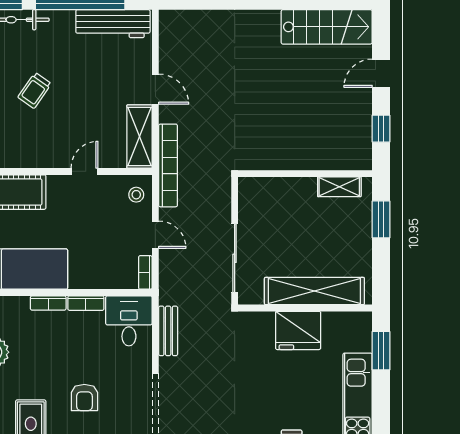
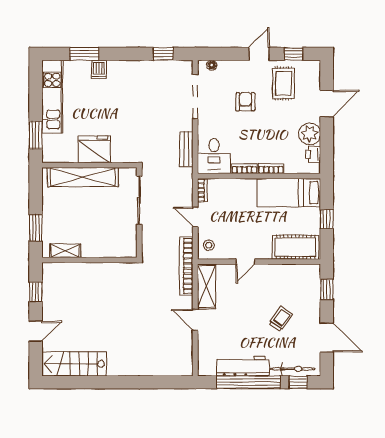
workbench: (113, 24) -> (243, 366), moved

